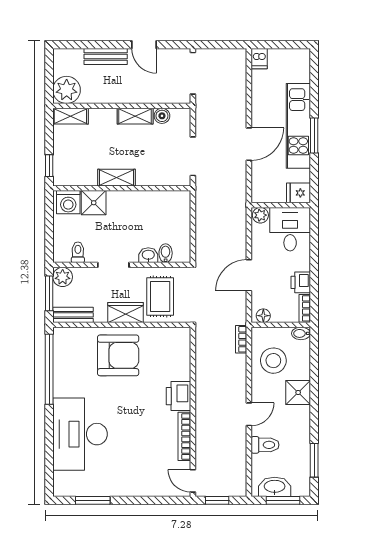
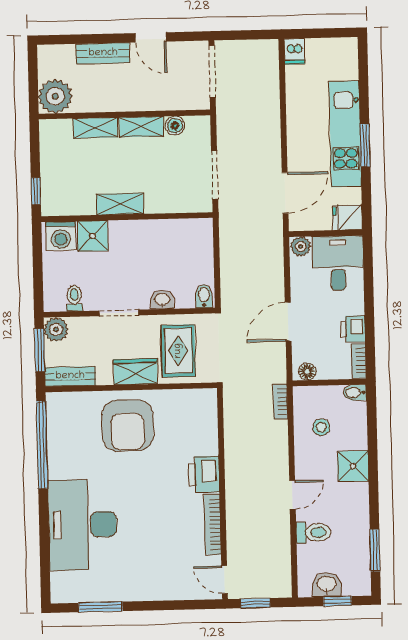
shelving: (70, 116) -> (95, 128), moved
door: (249, 144) -> (285, 193), moved
bidet: (166, 253) -> (204, 296), moved
armchair: (118, 355) -> (128, 425), turned 90
stool: (273, 361) -> (321, 427), width x0.53, depth x0.53
washbasin: (275, 487) -> (327, 585), width x0.72
window: (283, 500) -> (337, 601), width x0.67

